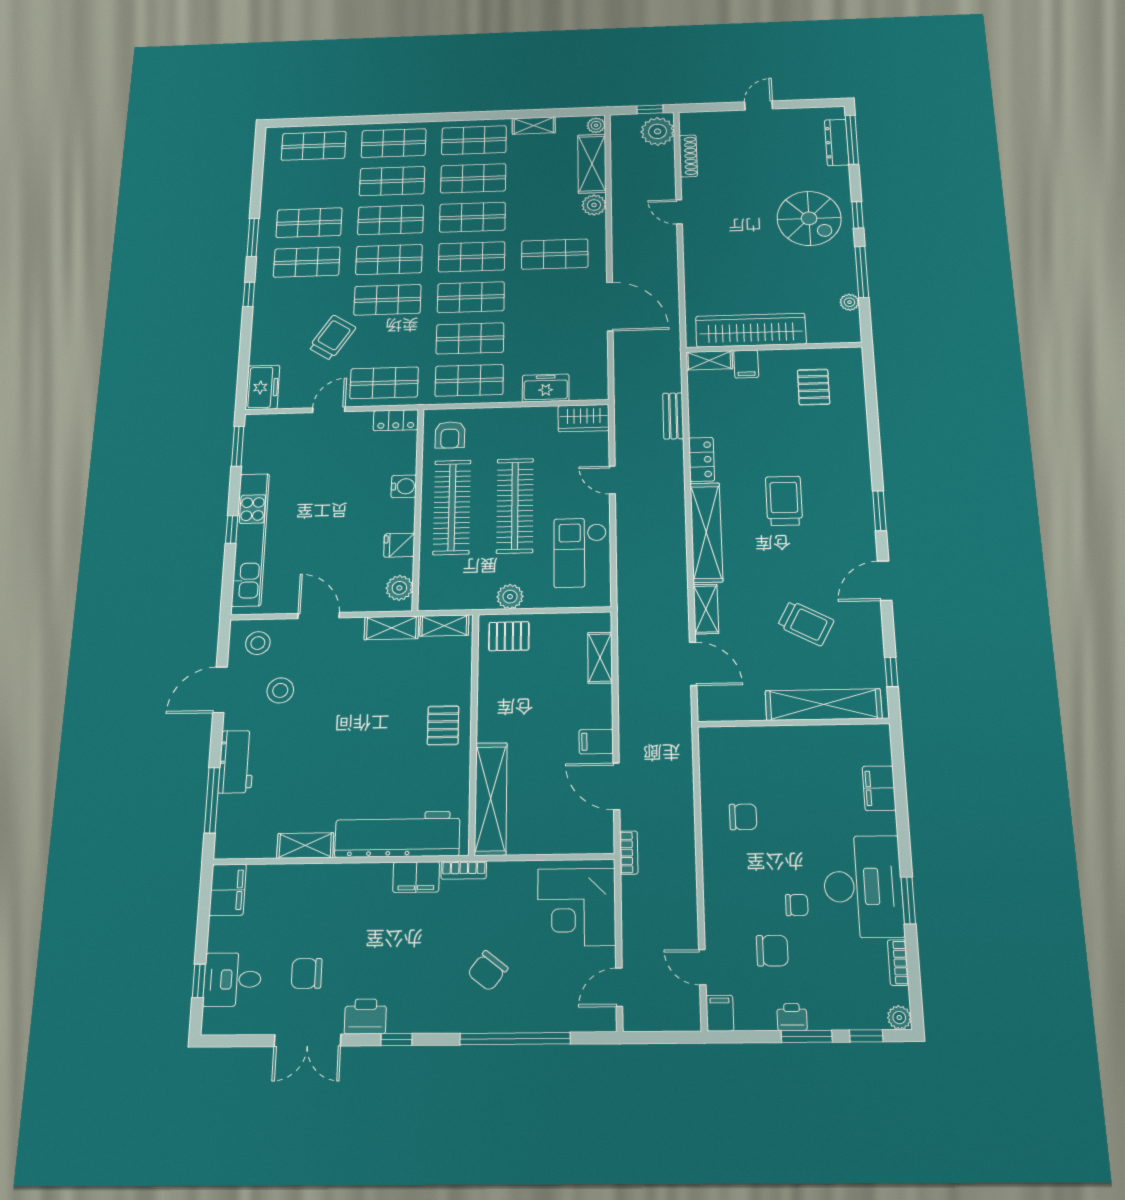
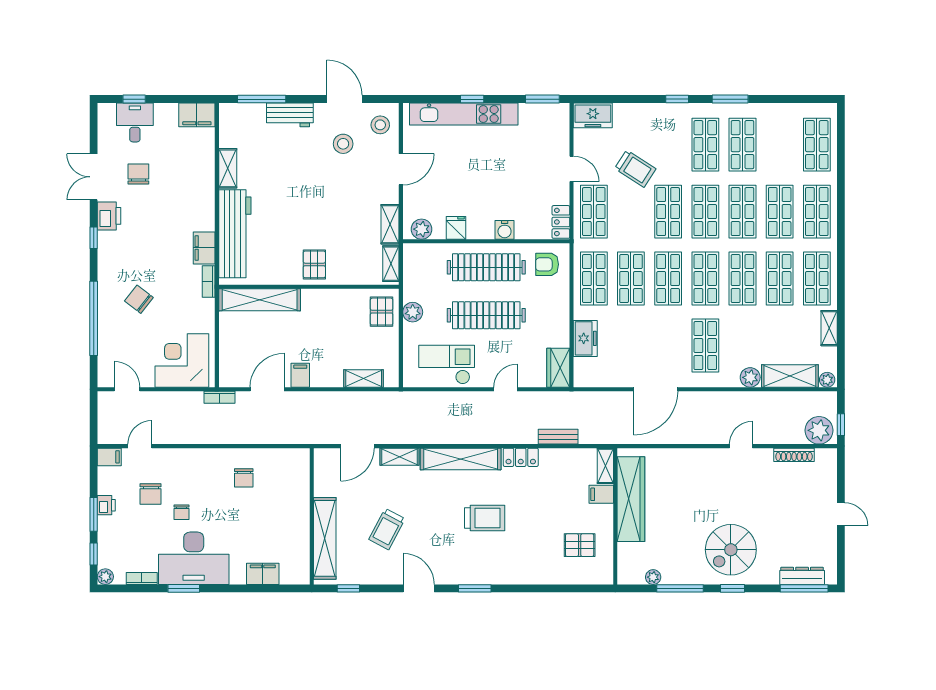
pallet: (443, 725) -> (314, 264), turned 90

